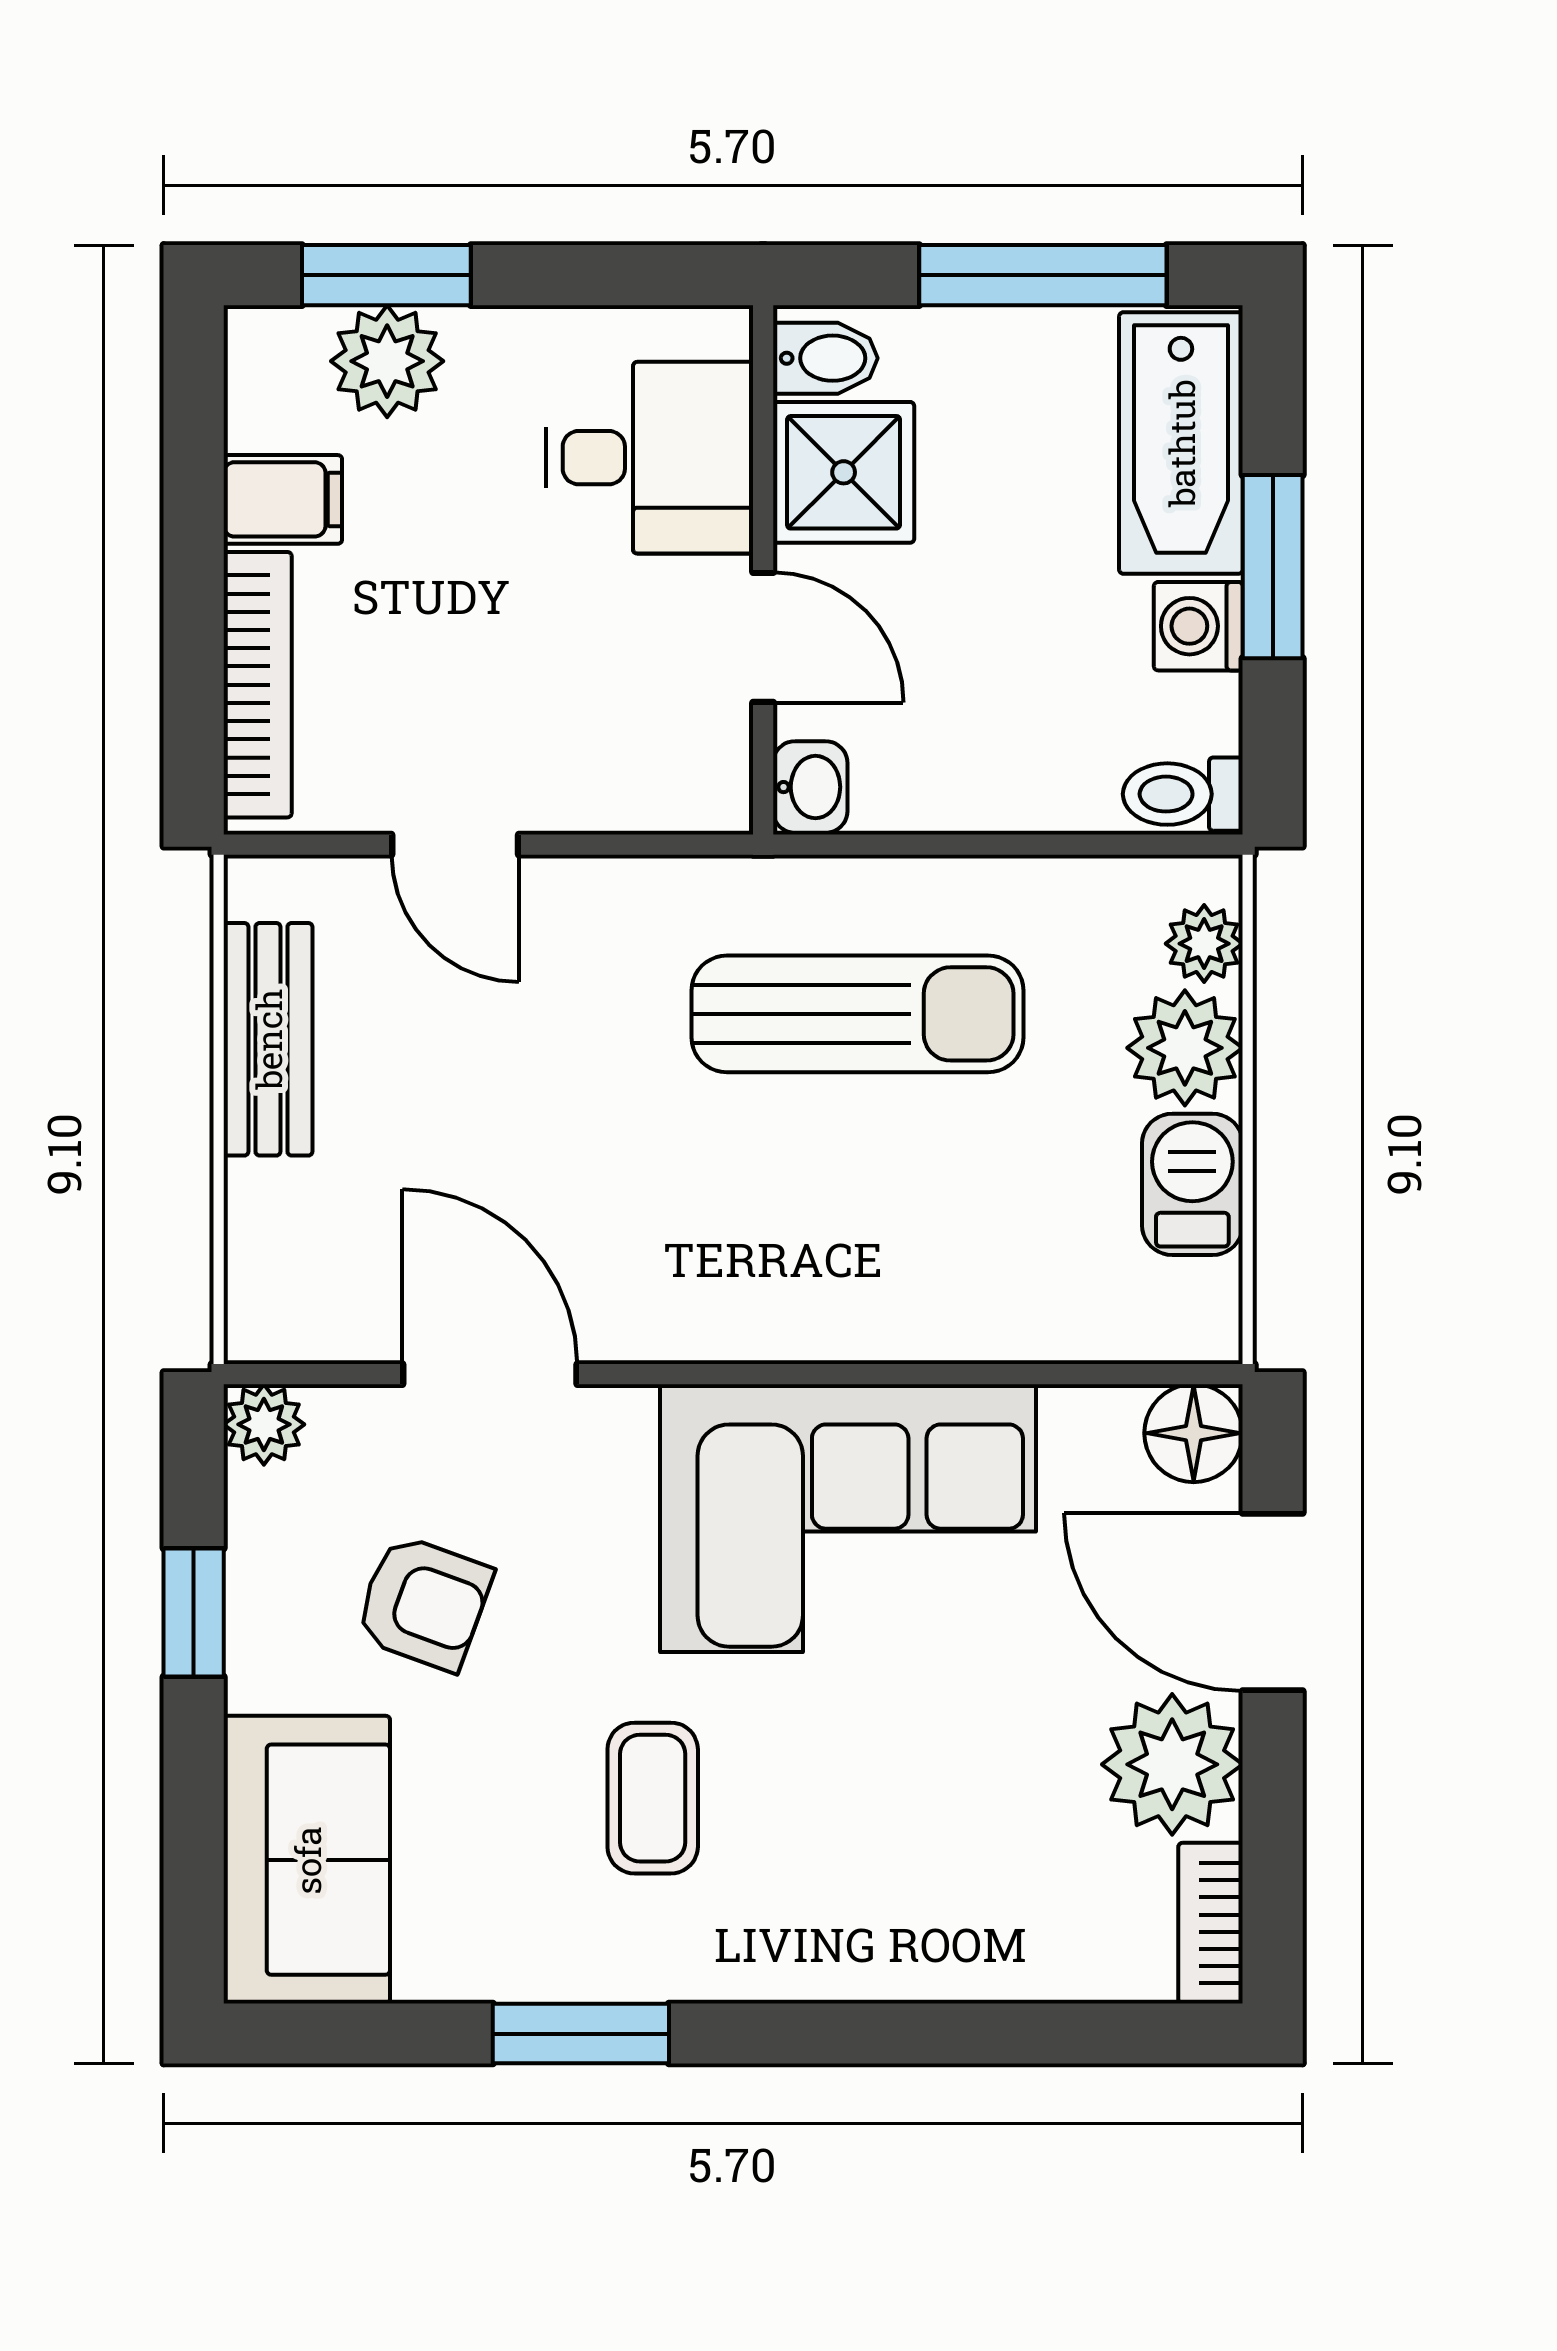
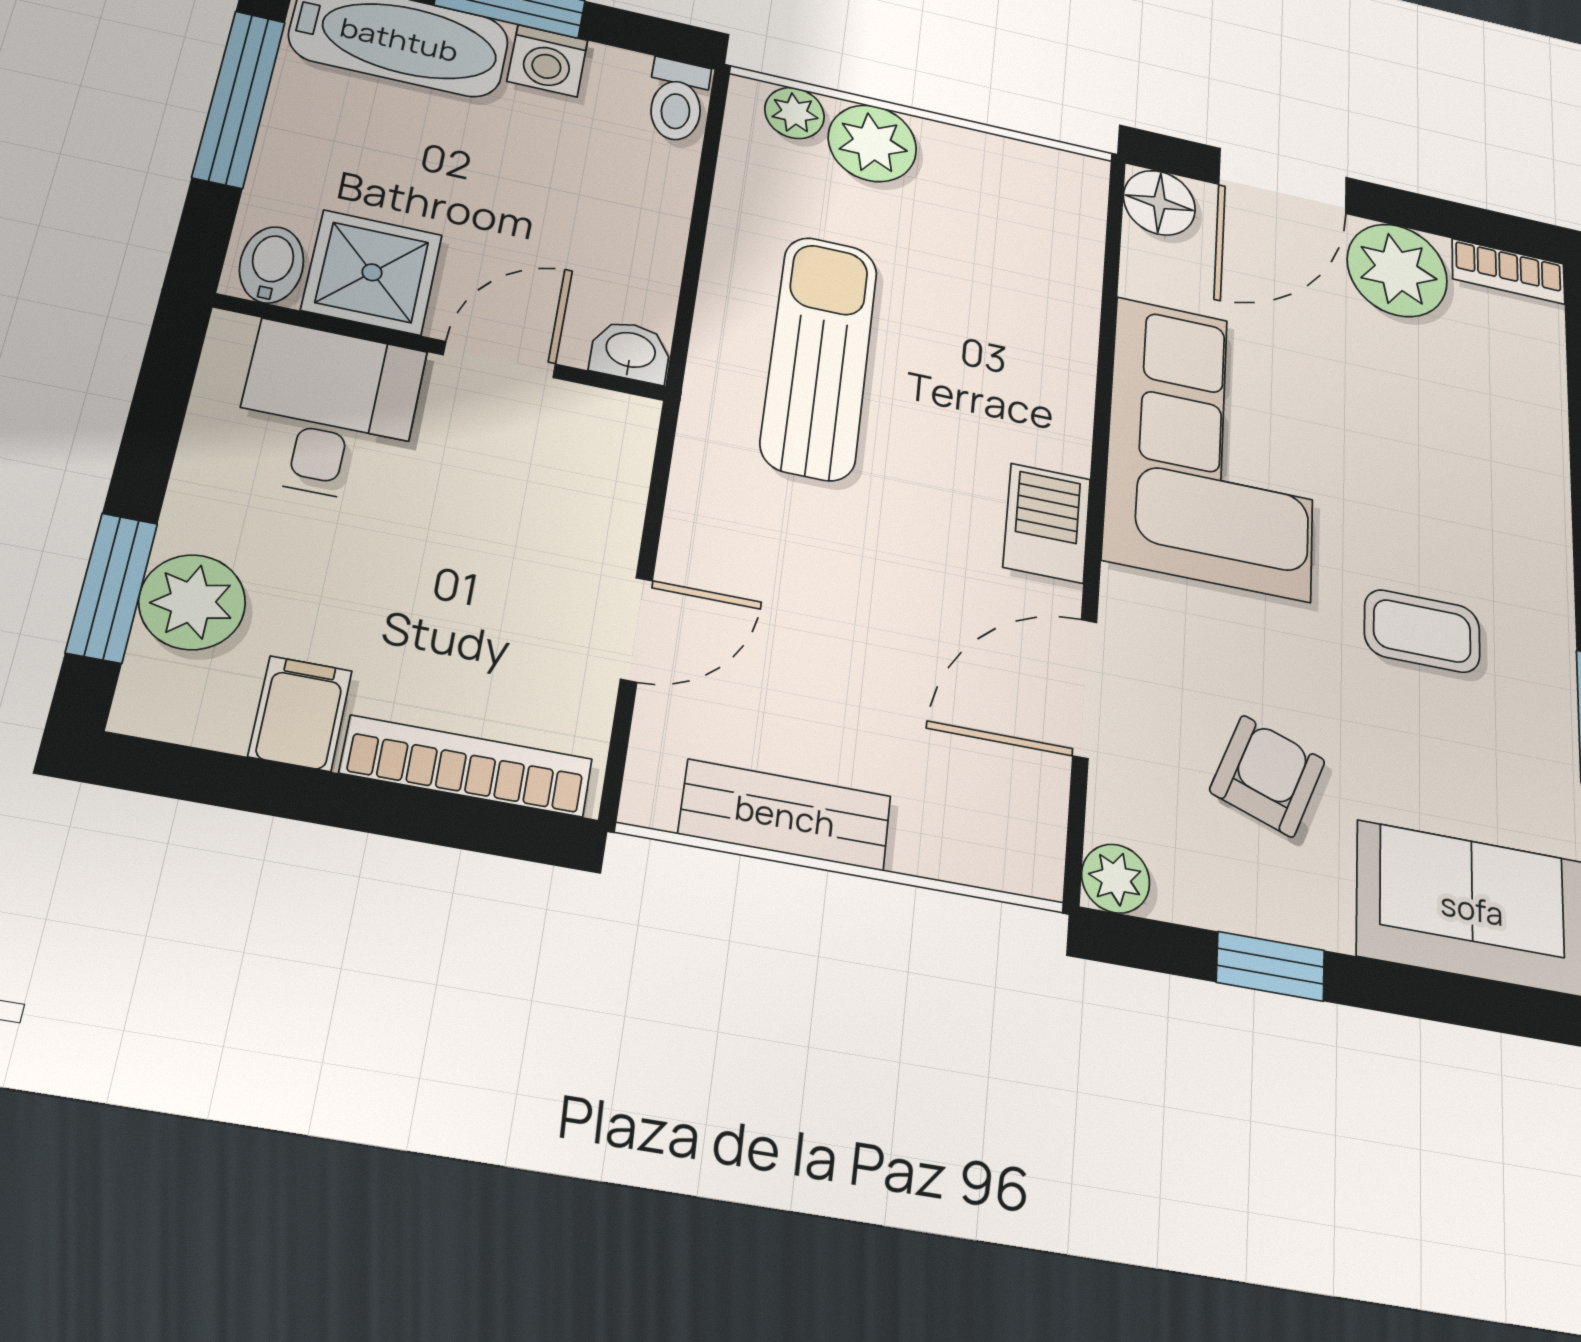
barbecue: (1192, 1184) -> (1047, 523), moved, turned 90

